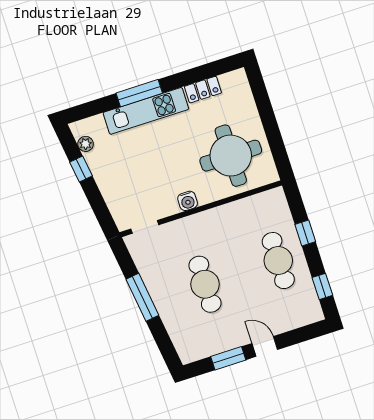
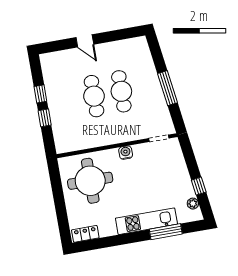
locker: (203, 90) -> (85, 234), moved
window: (139, 93) -> (166, 232), moved
cafe table: (278, 261) -> (94, 96), moved
window: (322, 286) -> (40, 94), moved
window: (228, 358) -> (112, 36), removed

